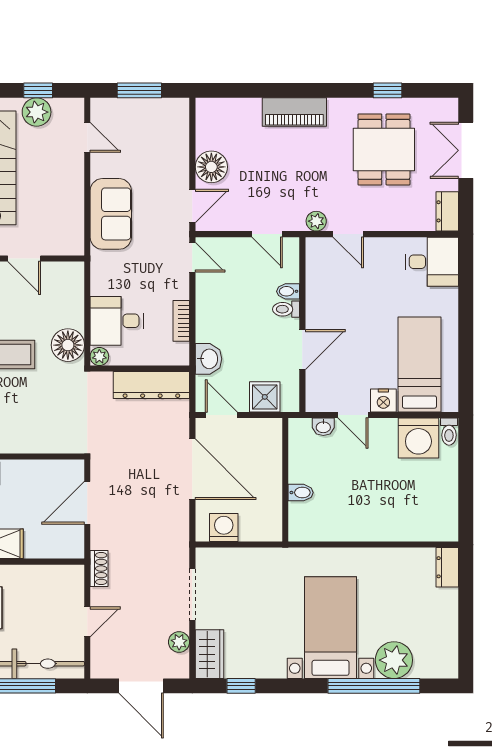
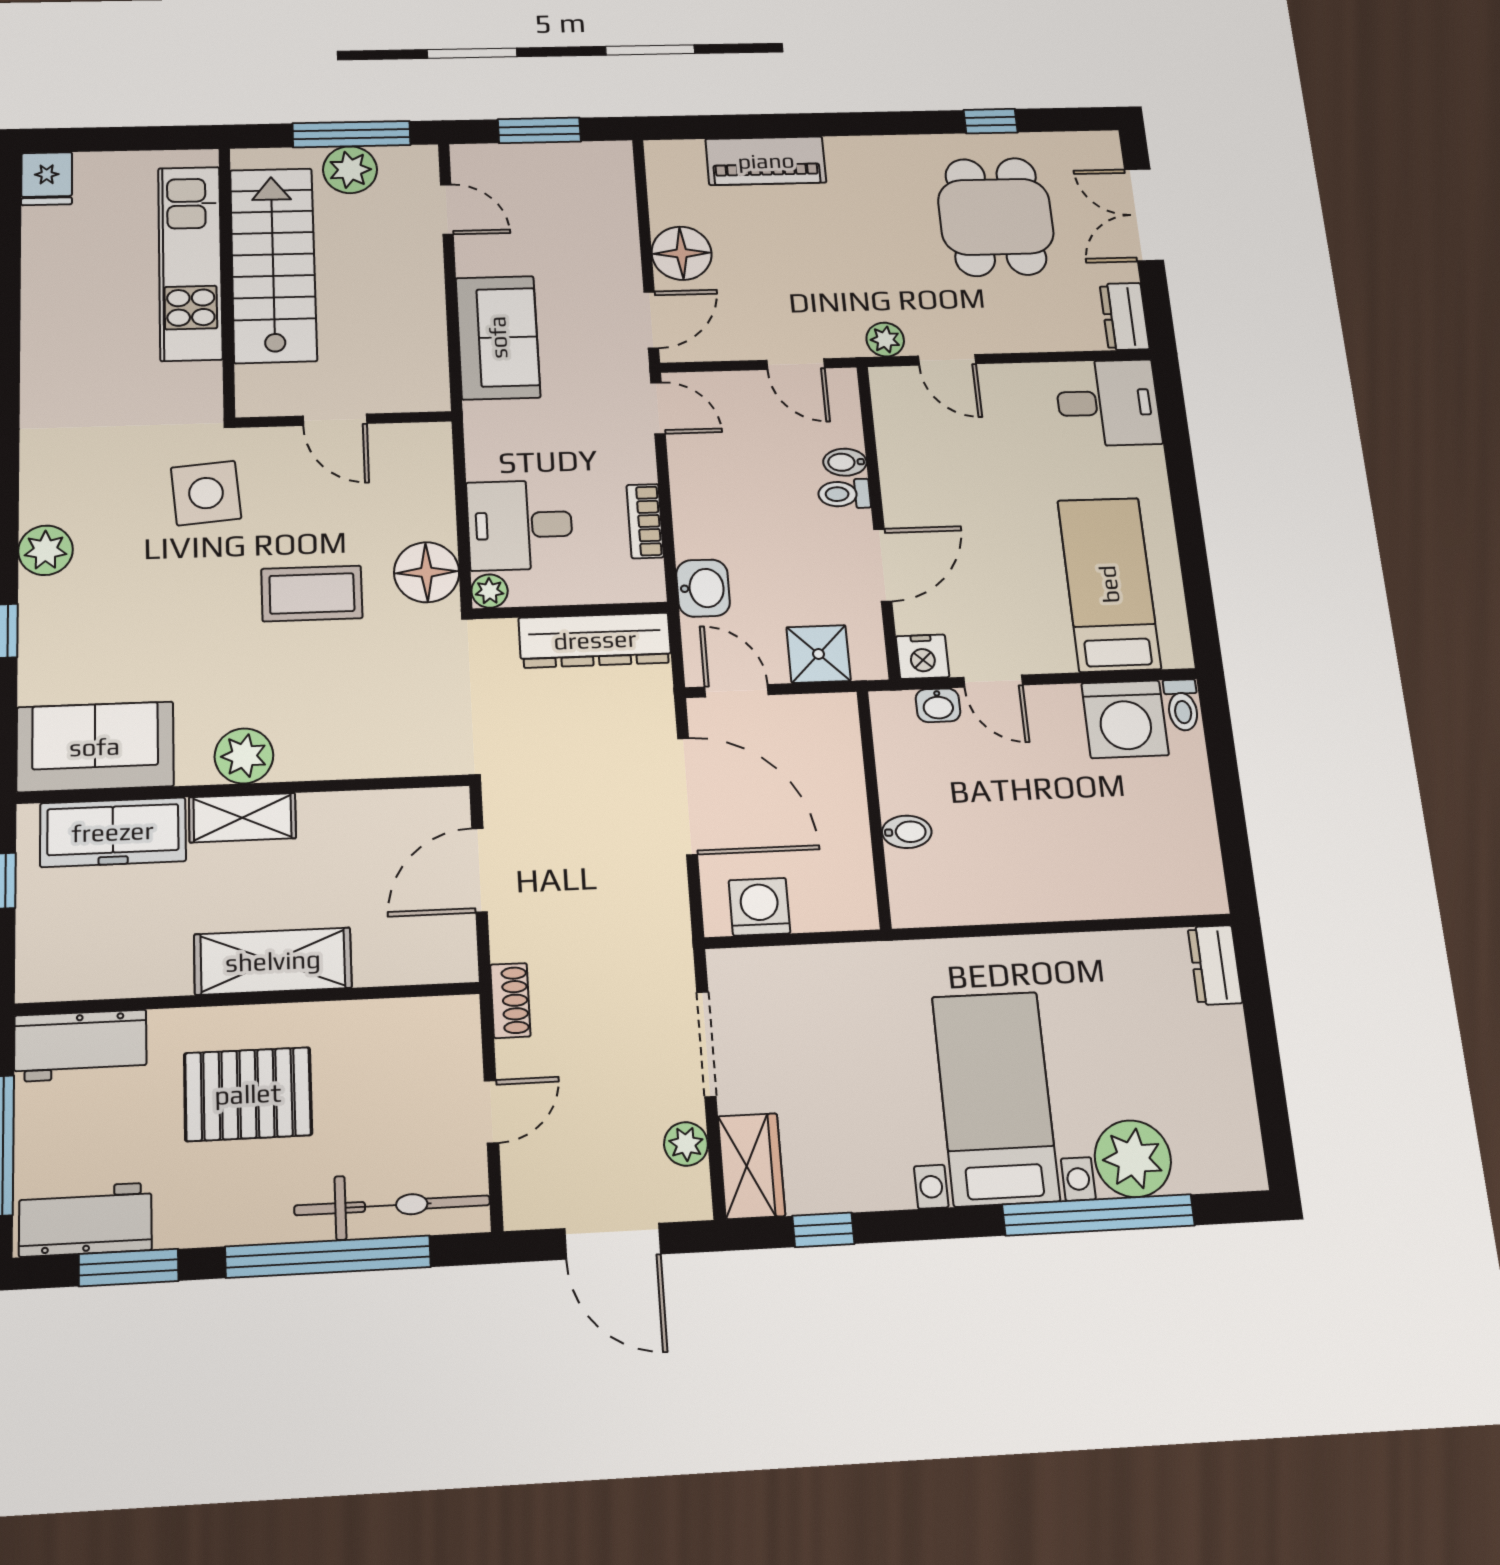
window: (38, 90) -> (352, 134), width x2.17
piano: (294, 112) -> (766, 161), moved
nightstand: (383, 400) -> (923, 657), moved

